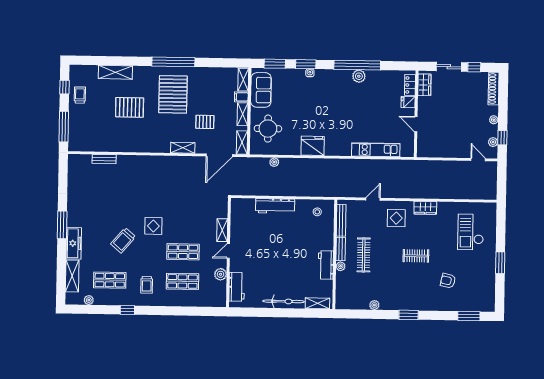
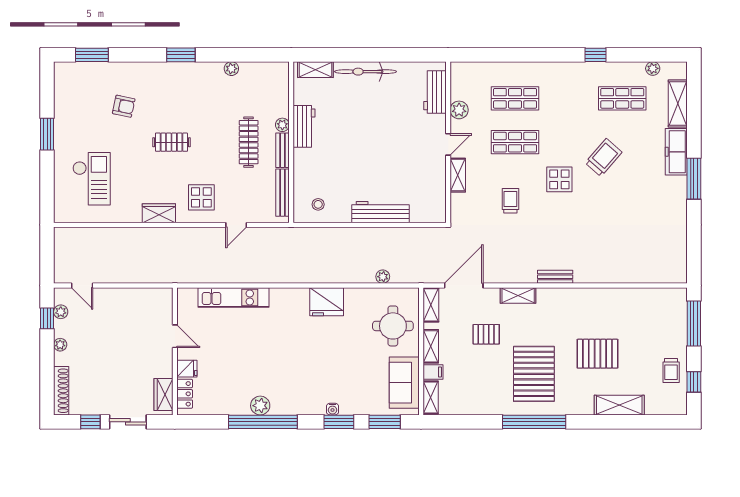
bench: (104, 159) -> (555, 277), moved
trolley: (147, 285) -> (510, 201), moved

